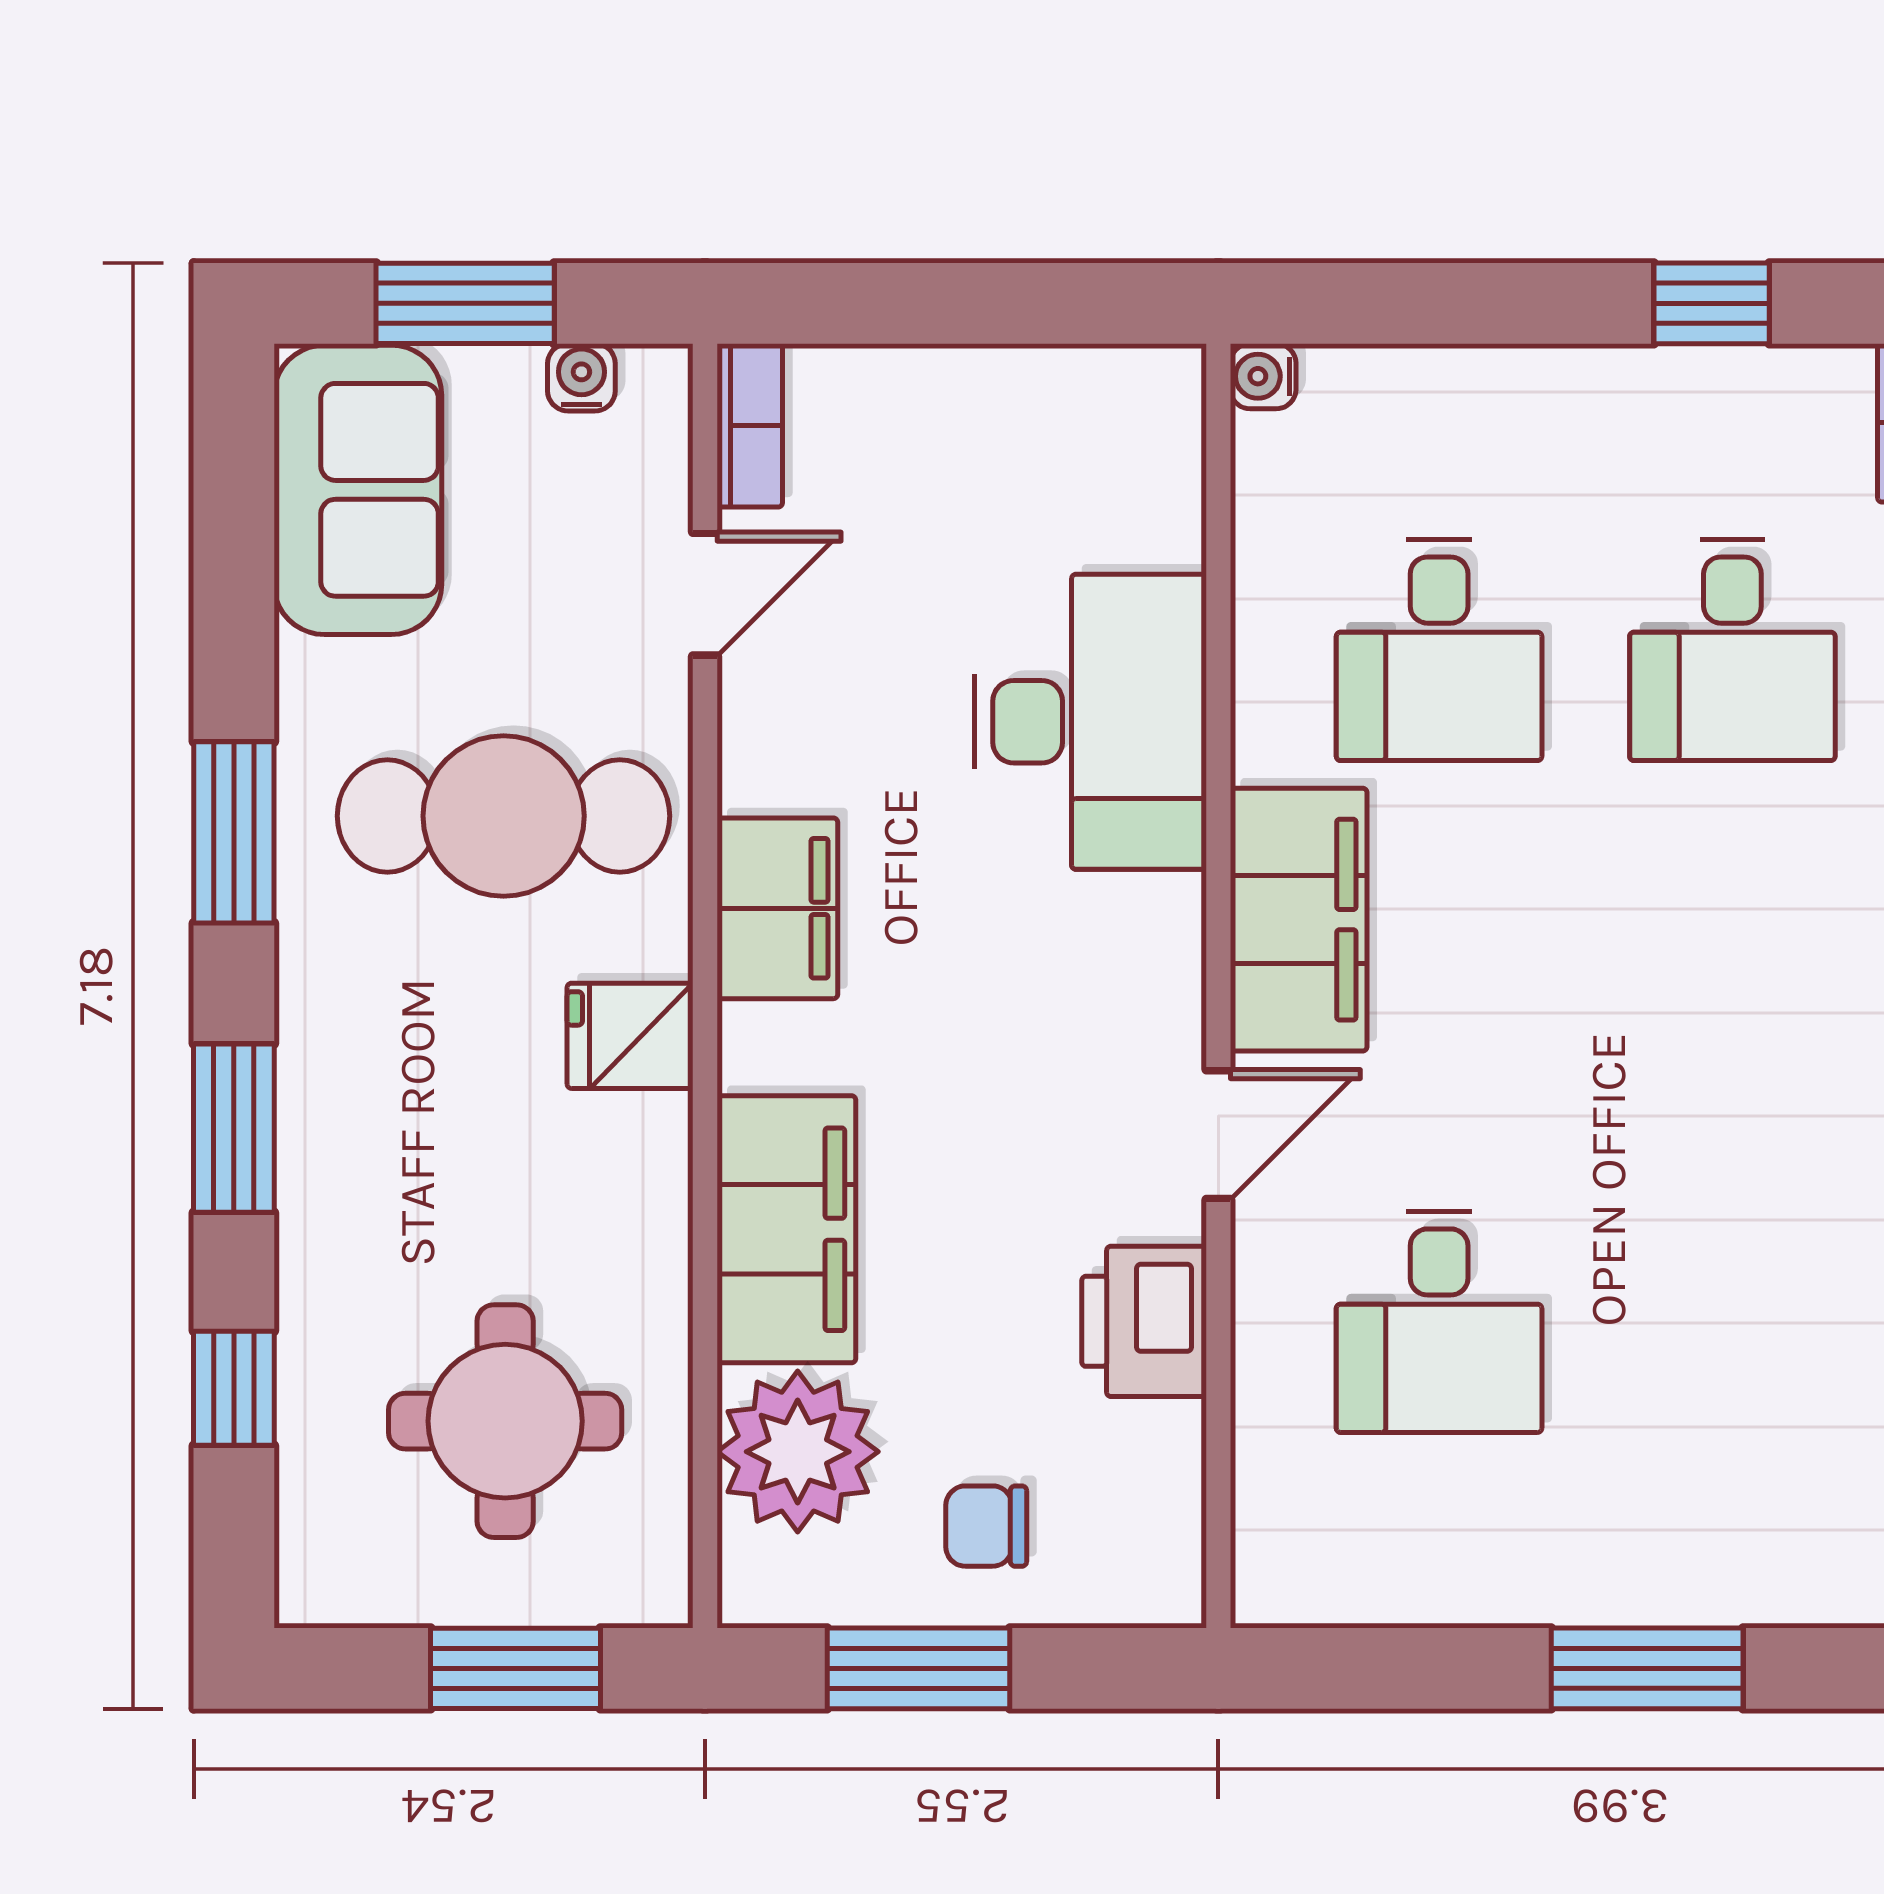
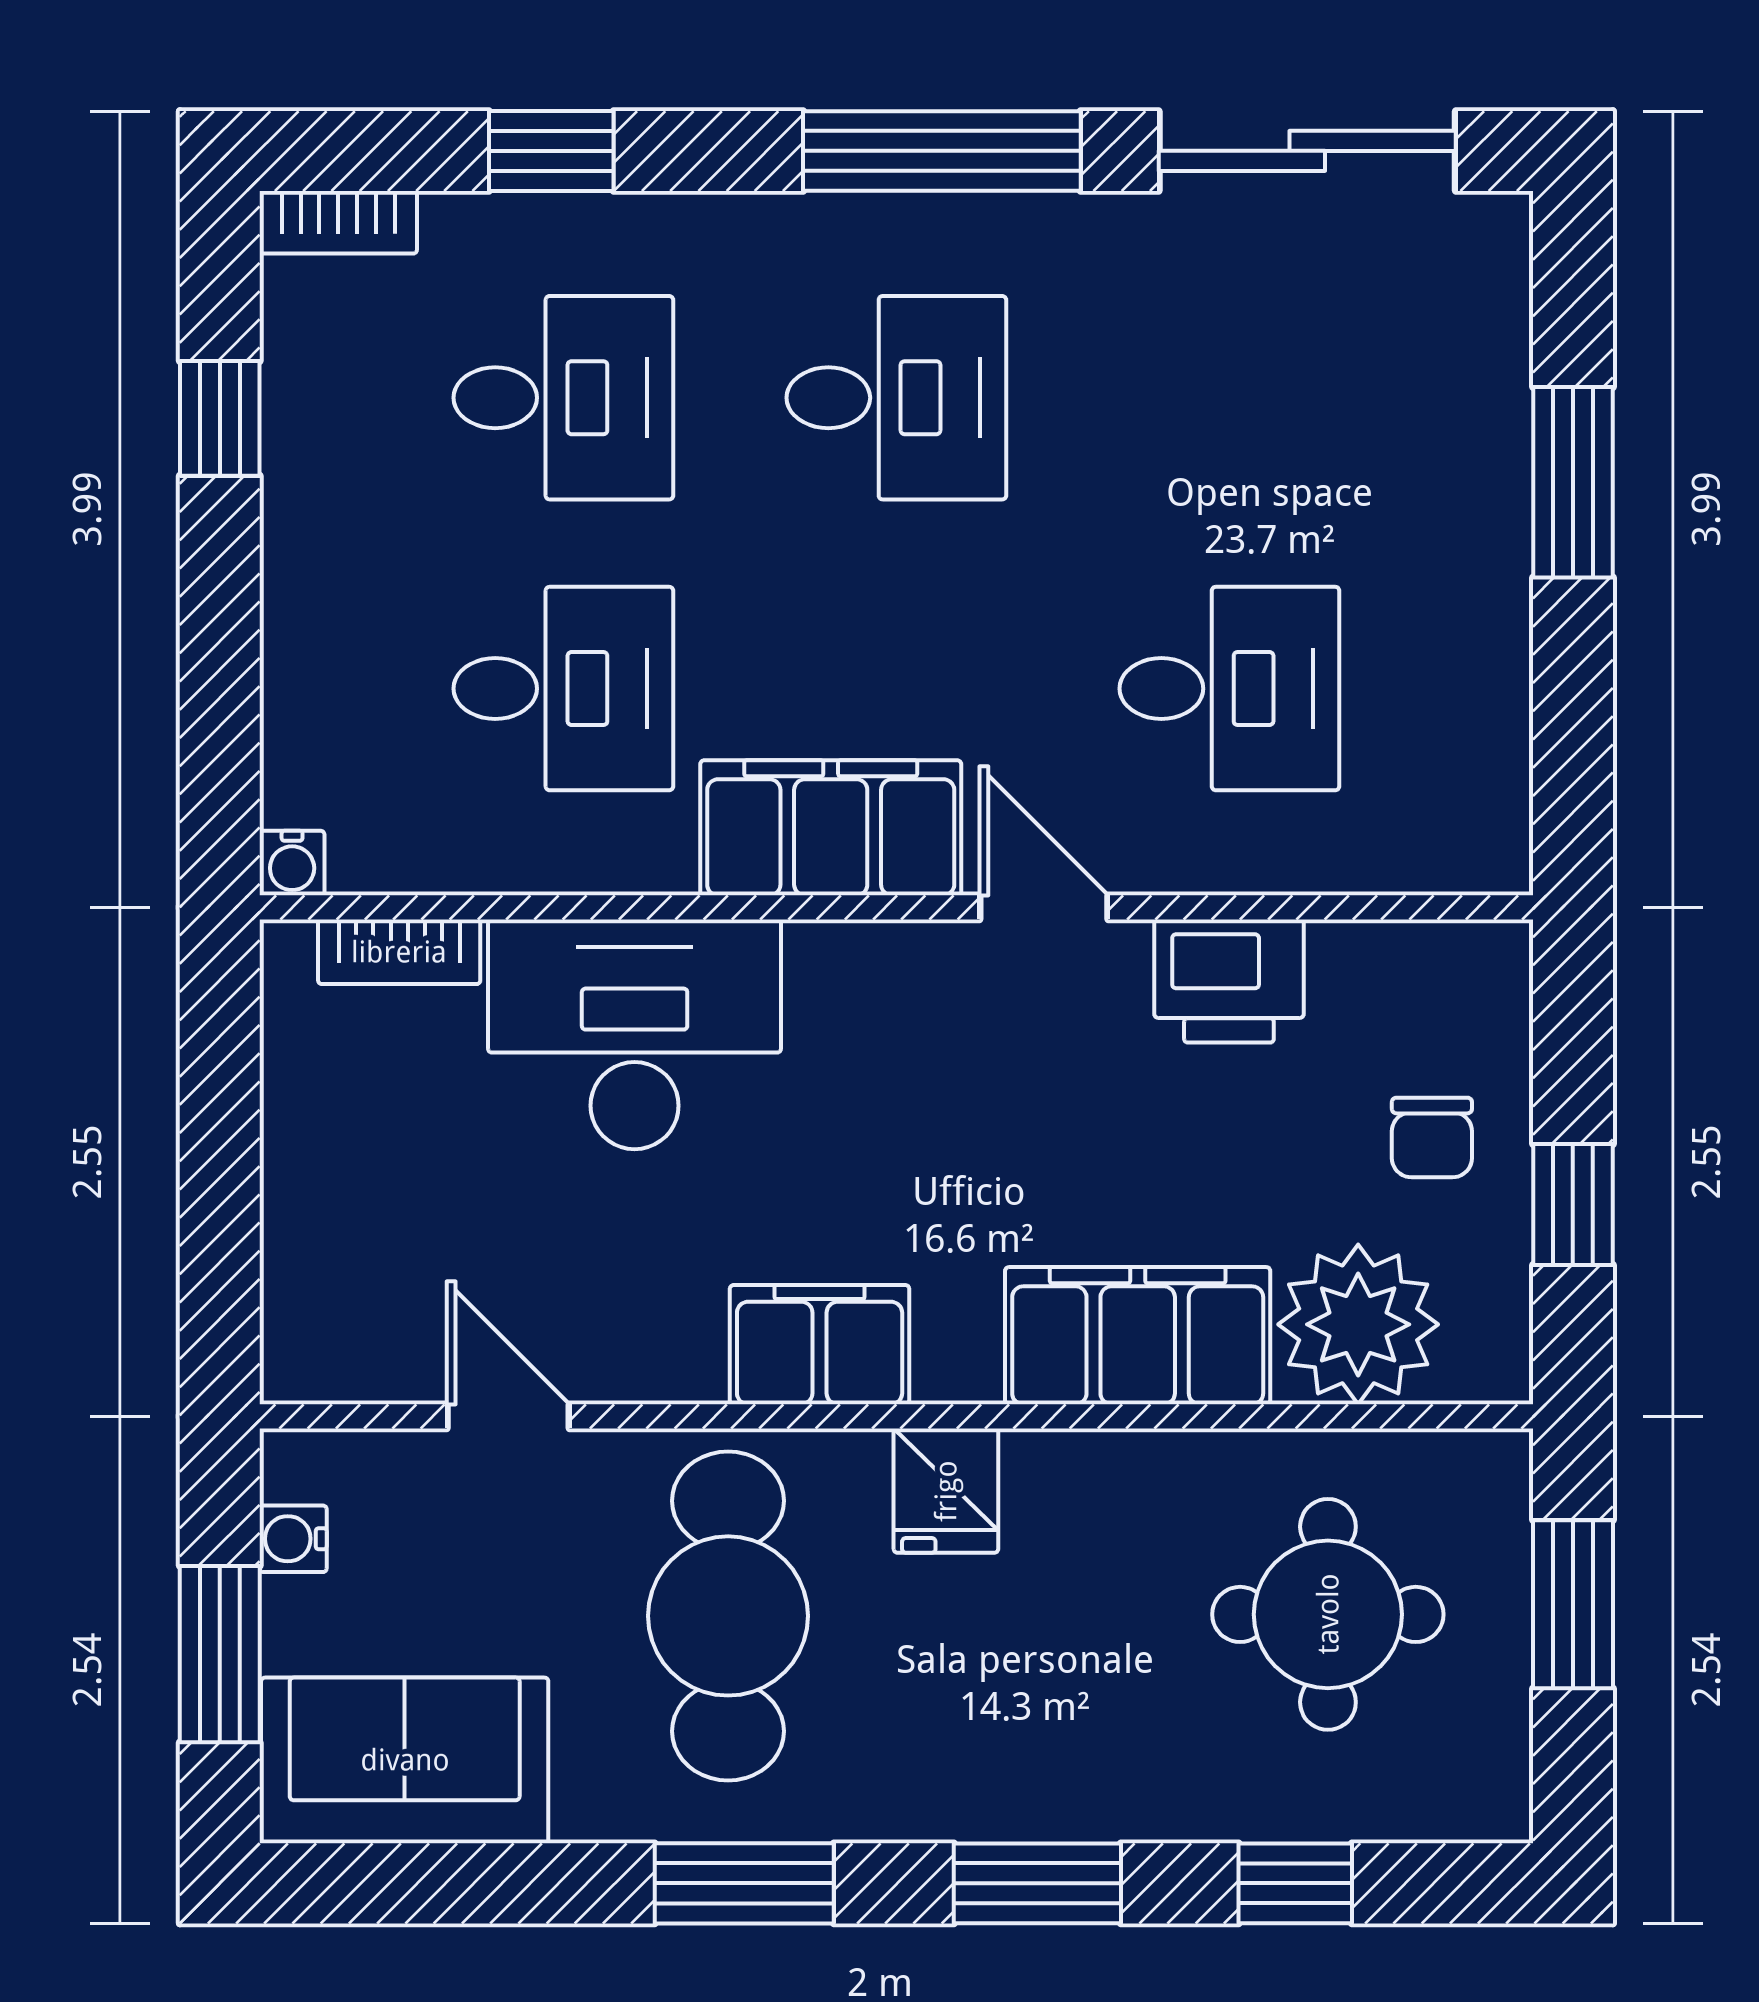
bookcase: (750, 425) -> (399, 952), moved, turned 180
desk: (1732, 986) -> (896, 398), added
window: (919, 1668) -> (1573, 1205), width x0.67

